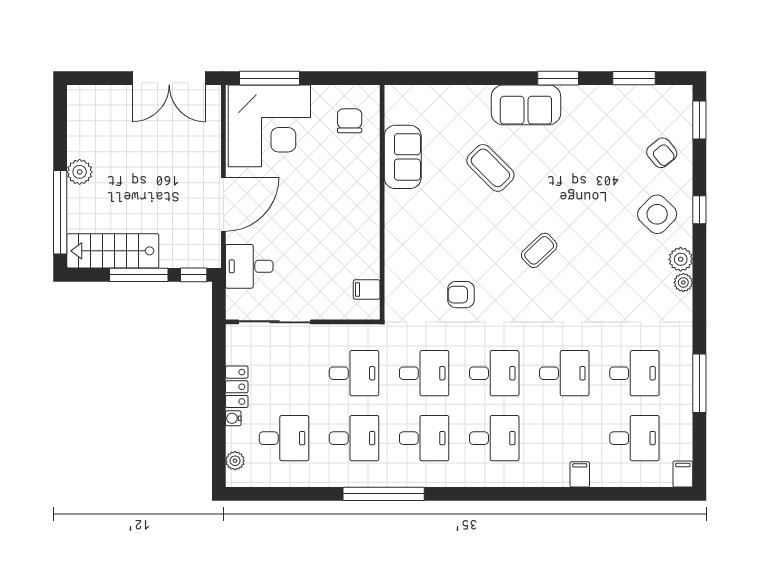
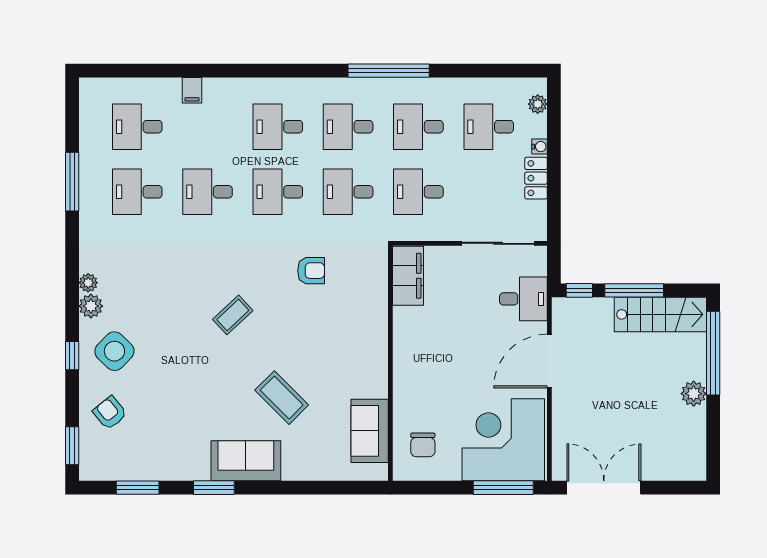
sofa: (403, 157) -> (370, 431), moved
filing cabinet: (367, 289) -> (408, 276), width x3.00, depth x1.17
filing cabinet: (683, 474) -> (89, 91), removed

